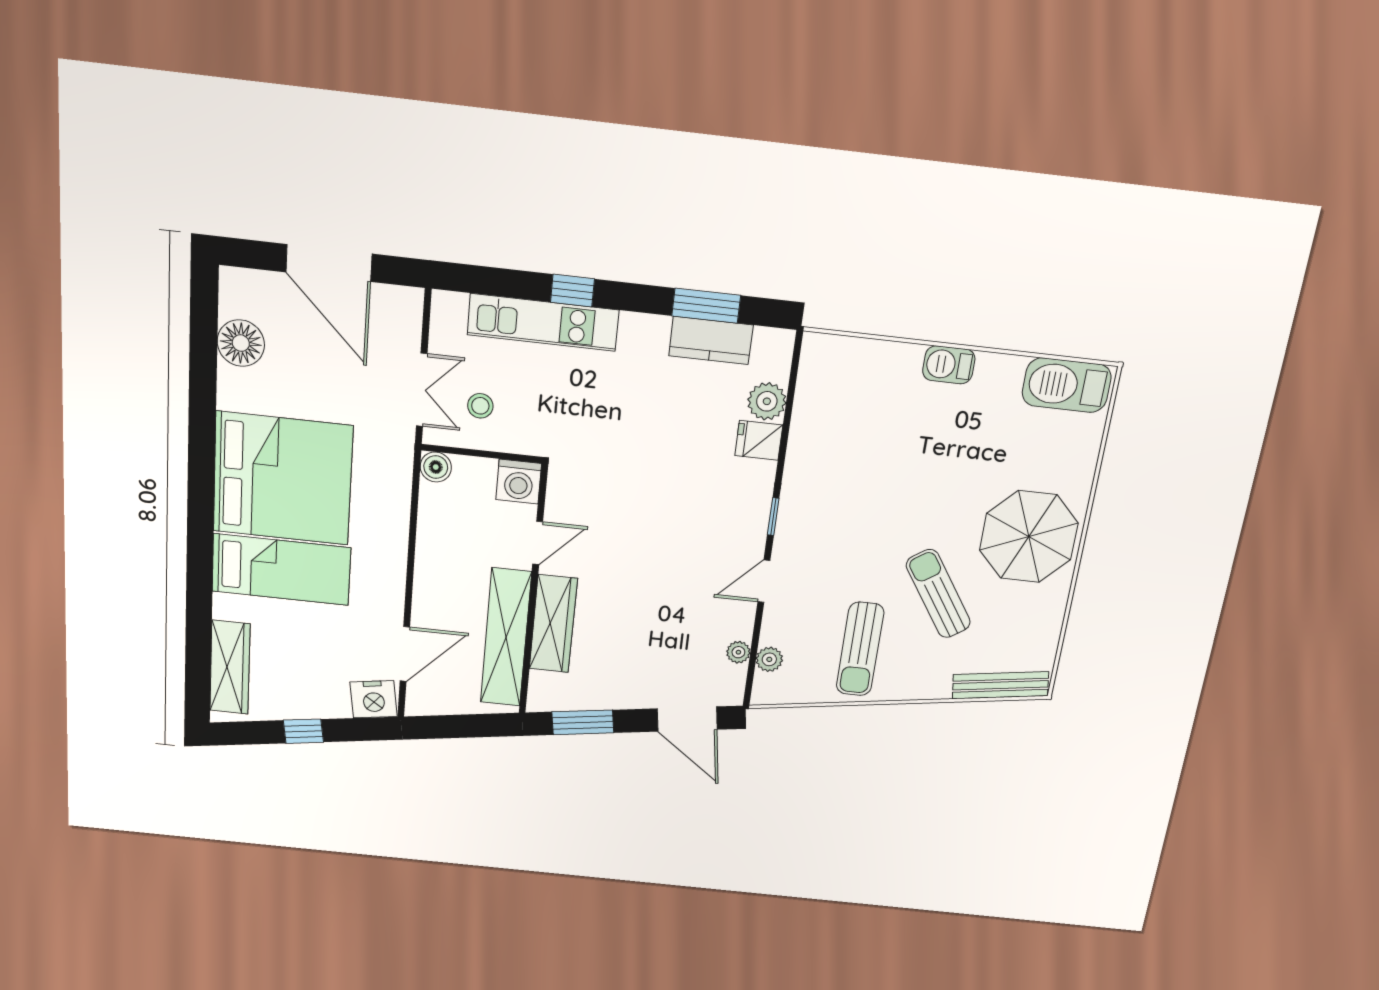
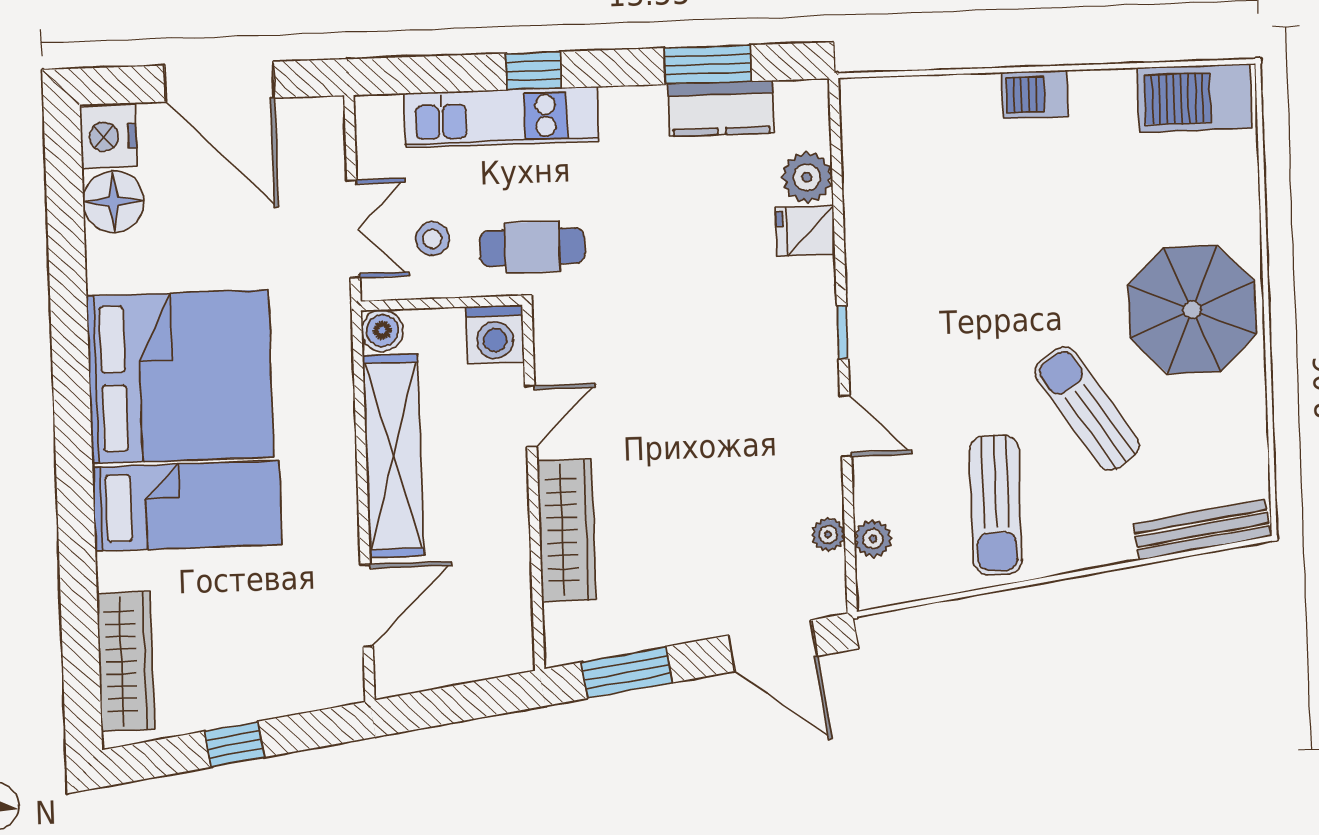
cafe table: (554, 423) -> (532, 247), added
door: (764, 581) -> (846, 426), swing flipped
shelving: (506, 638) -> (393, 456), moved
nightstand: (374, 699) -> (108, 137), moved, turned 98

